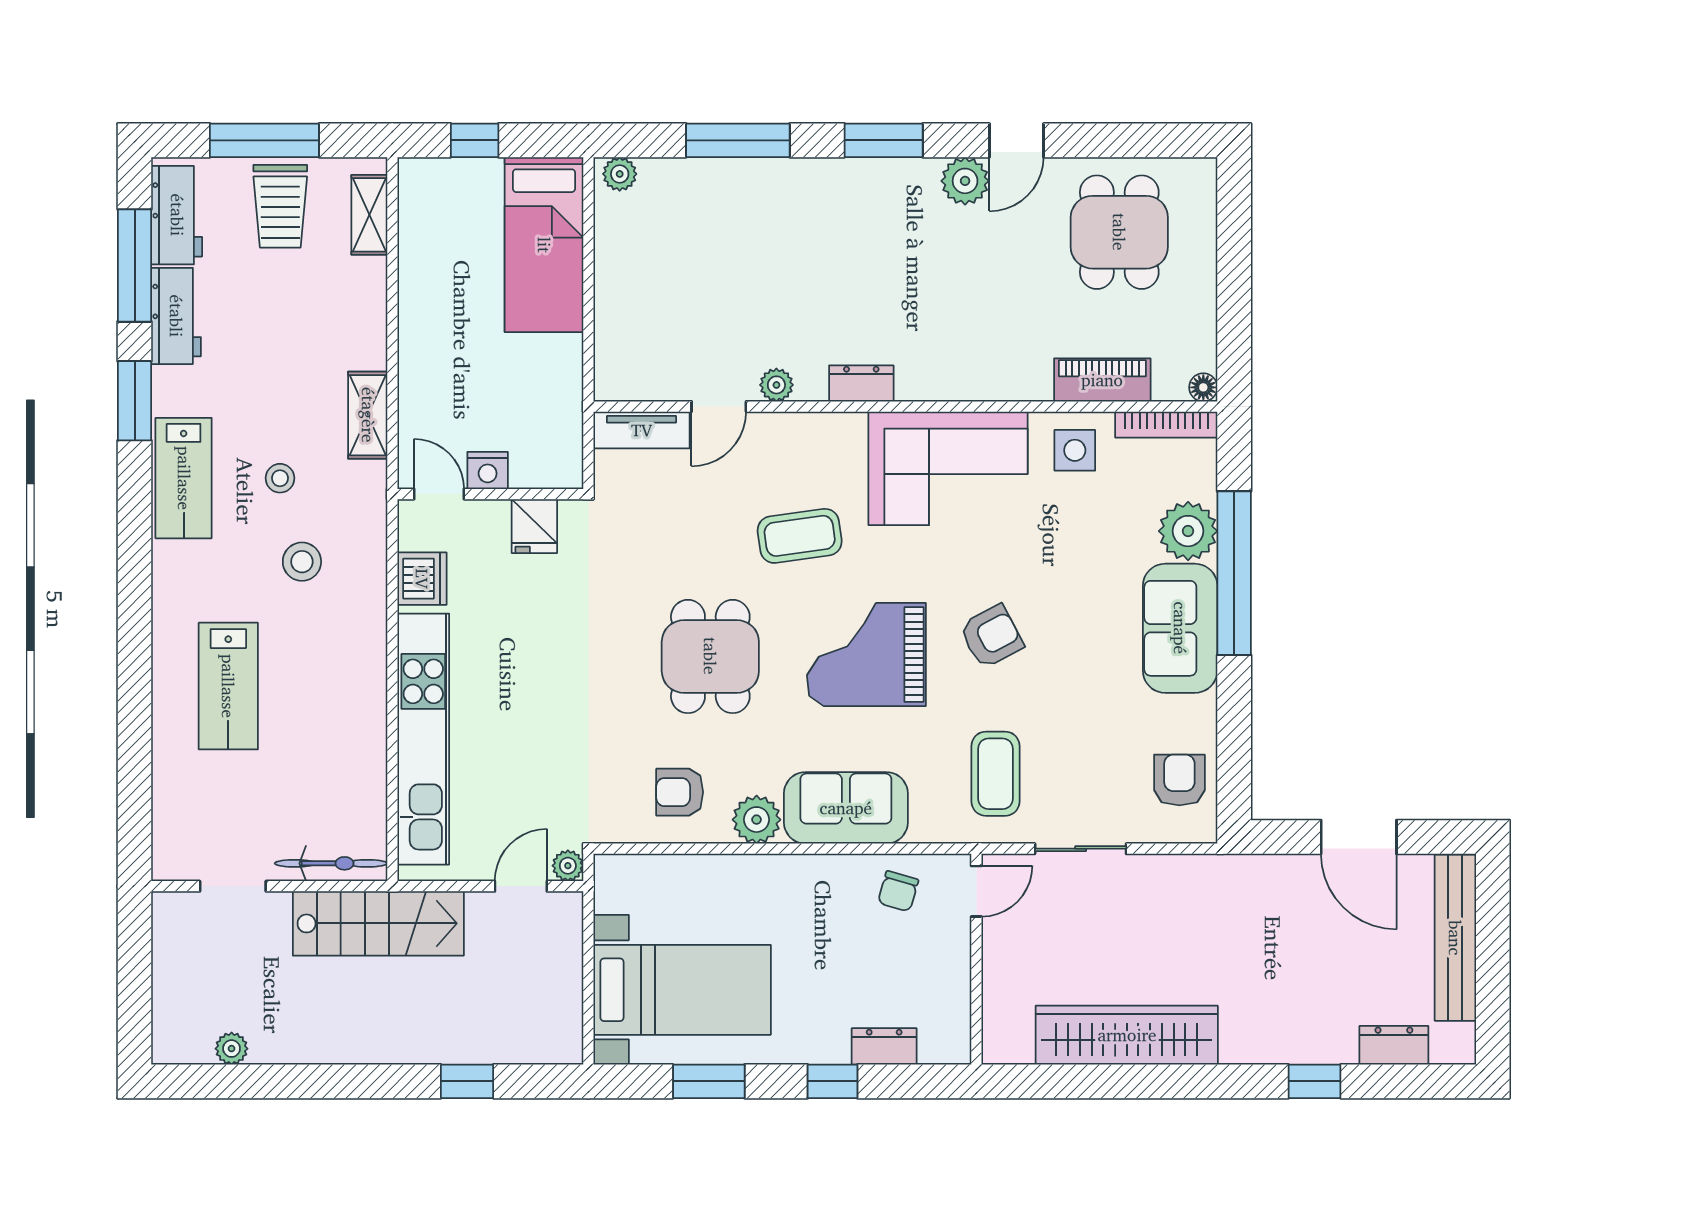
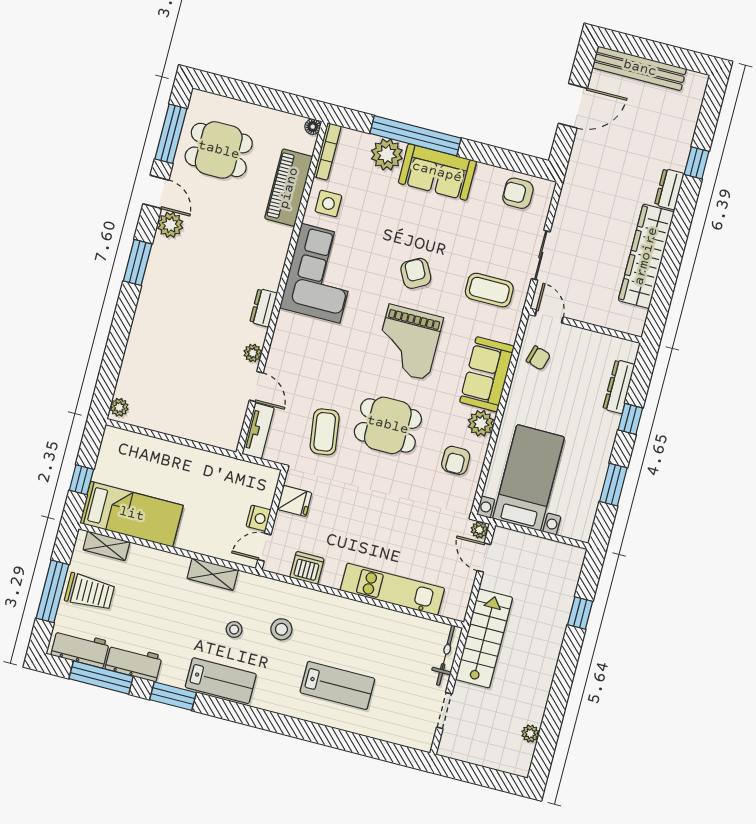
window: (738, 140) -> (171, 134), moved
bed: (544, 245) -> (132, 514), moved
piano: (1102, 380) -> (289, 188), width x1.37, depth x1.33
coffee table: (800, 536) -> (325, 432), moved
kitchen unit: (423, 739) -> (392, 589), width x0.73
bed with nightstands: (682, 990) -> (529, 478), moved
dresser: (1394, 1045) -> (669, 189), moved
dresser: (884, 1046) -> (619, 387), width x1.44

